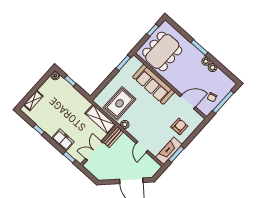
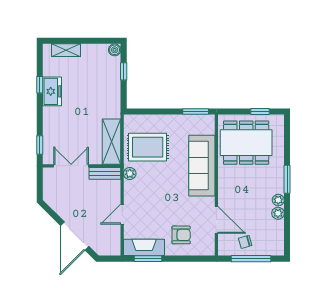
freezer: (63, 140) -> (52, 91), moved

